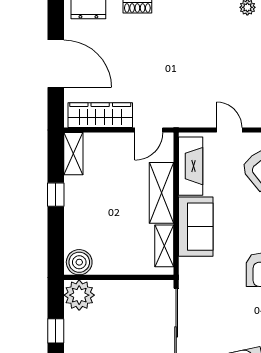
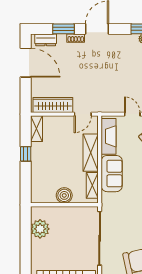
door: (56, 64) -> (26, 63), moved
boiler: (79, 262) -> (64, 195), moved
plant: (79, 295) -> (40, 229), moved
window: (56, 331) -> (26, 238), removed

